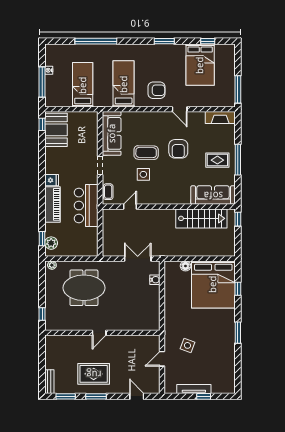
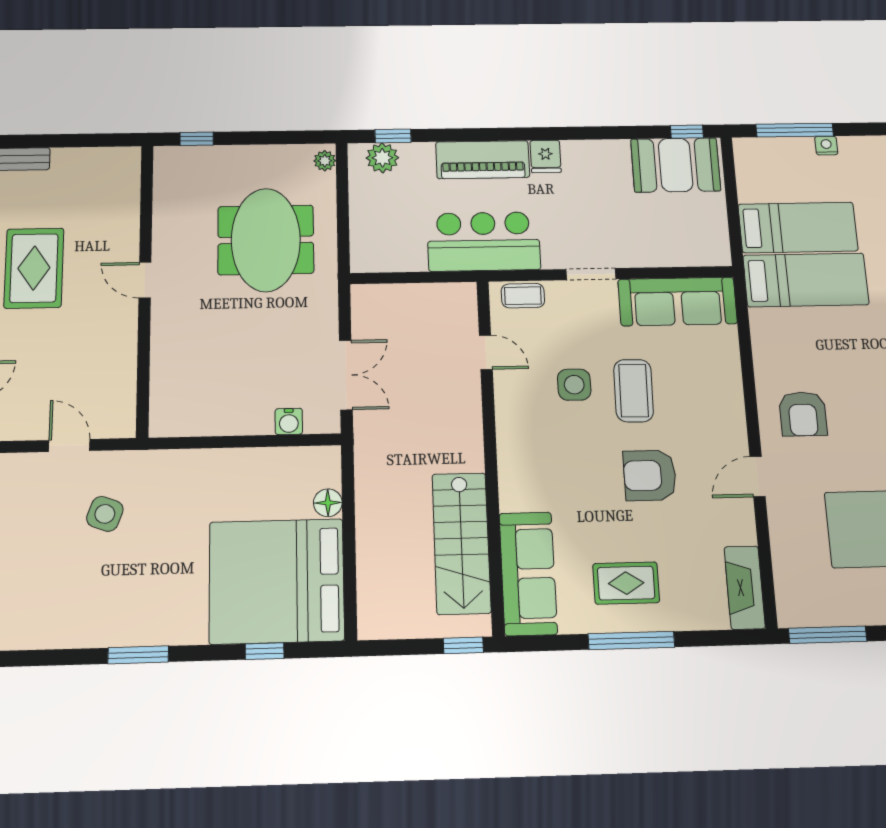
bed: (124, 84) -> (806, 280), moved
rug: (217, 160) -> (626, 583), turned 90

